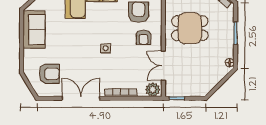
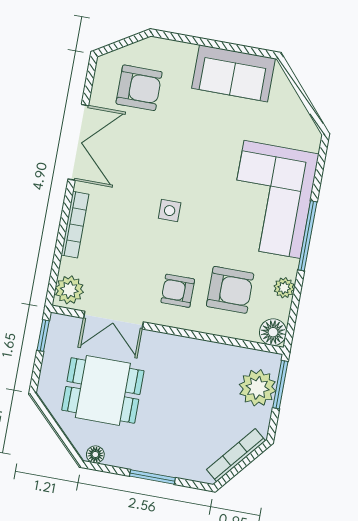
dining table: (190, 28) -> (103, 390), moved, turned 90
double door: (163, 66) -> (113, 320), swing flipped
armchair: (49, 74) -> (139, 88), turned -90

